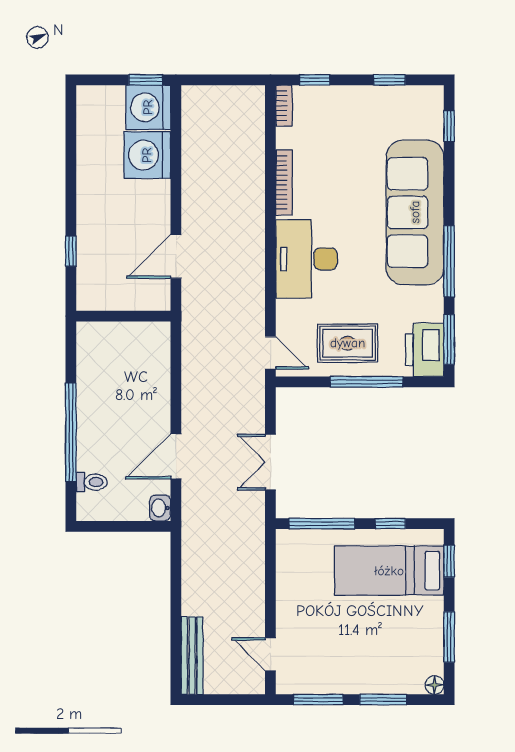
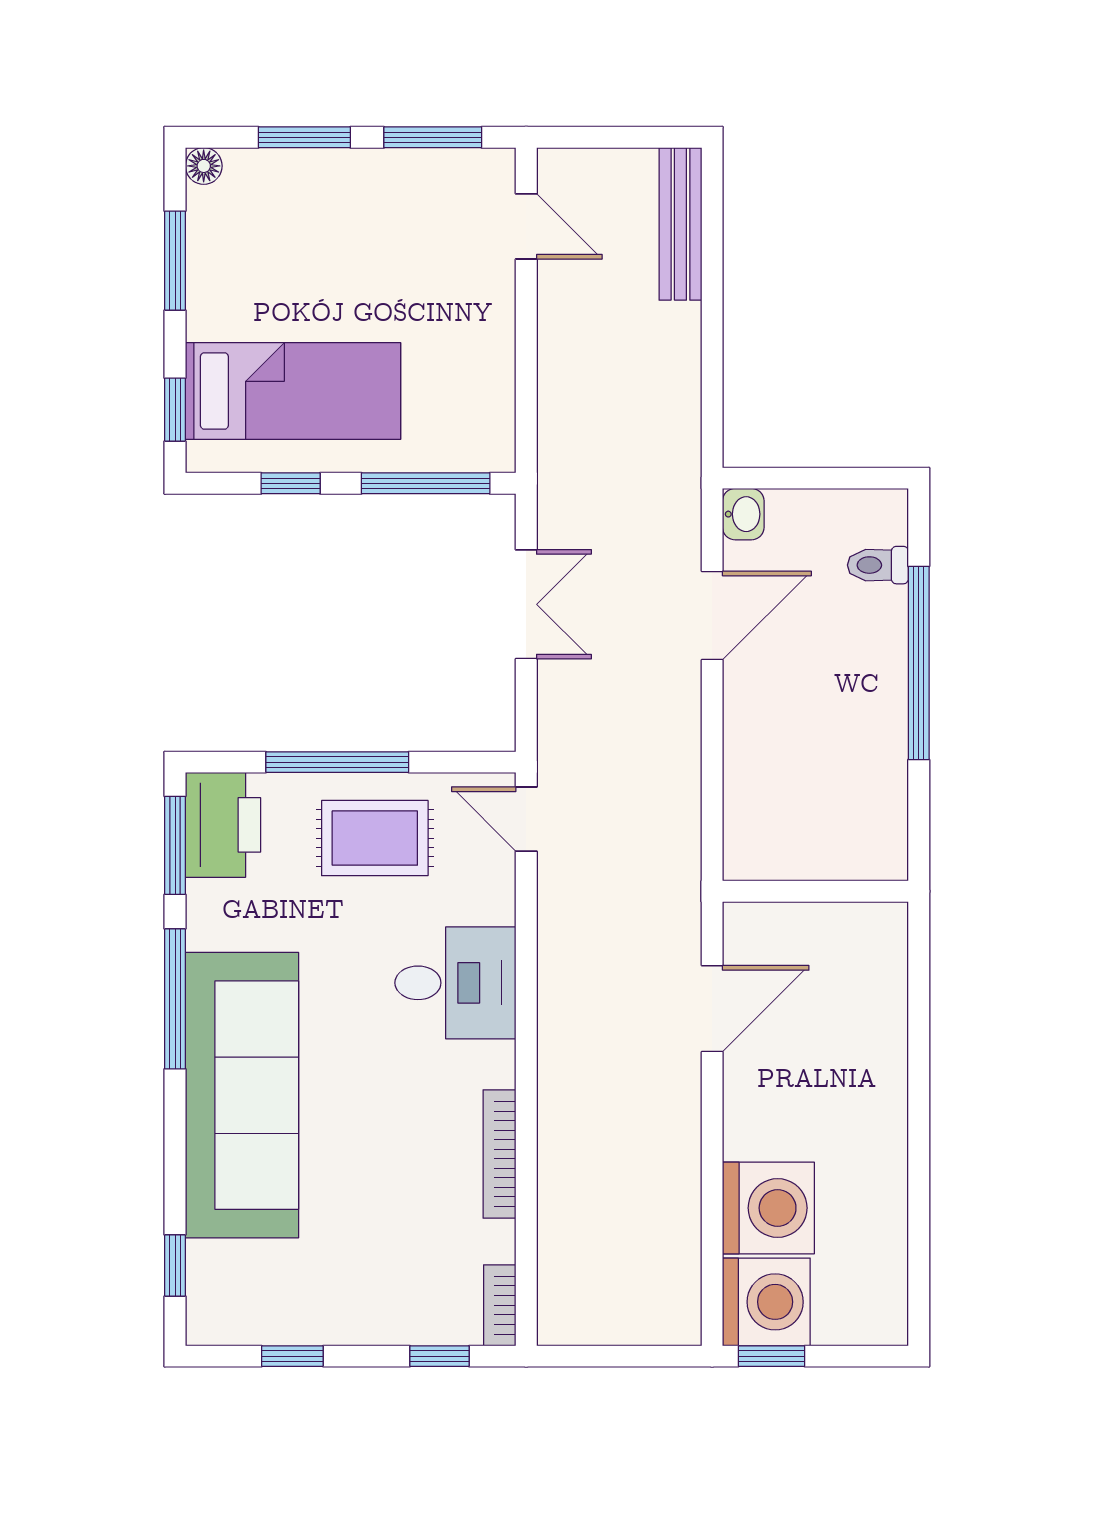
window: (71, 251) -> (919, 1019), removed
desk: (306, 259) -> (455, 983), width x0.73

